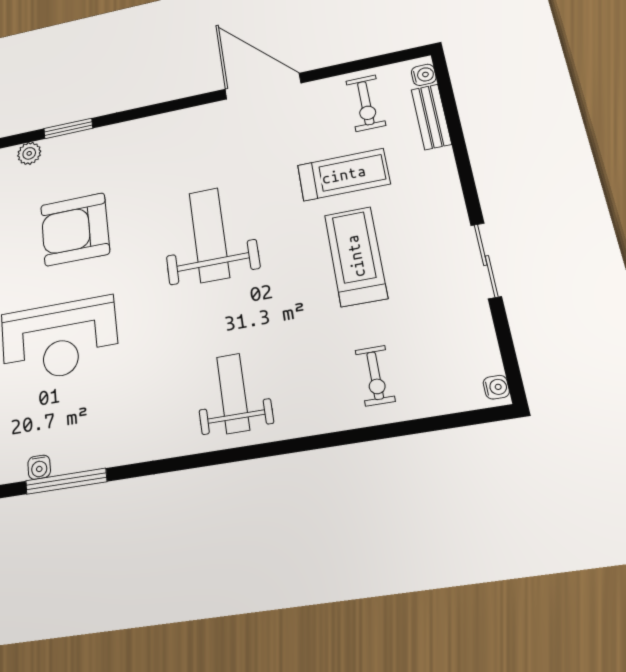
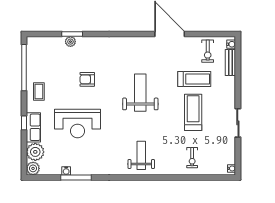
window: (68, 128) -> (72, 34), moved
armchair: (75, 229) -> (87, 79), width x0.53, depth x0.53

